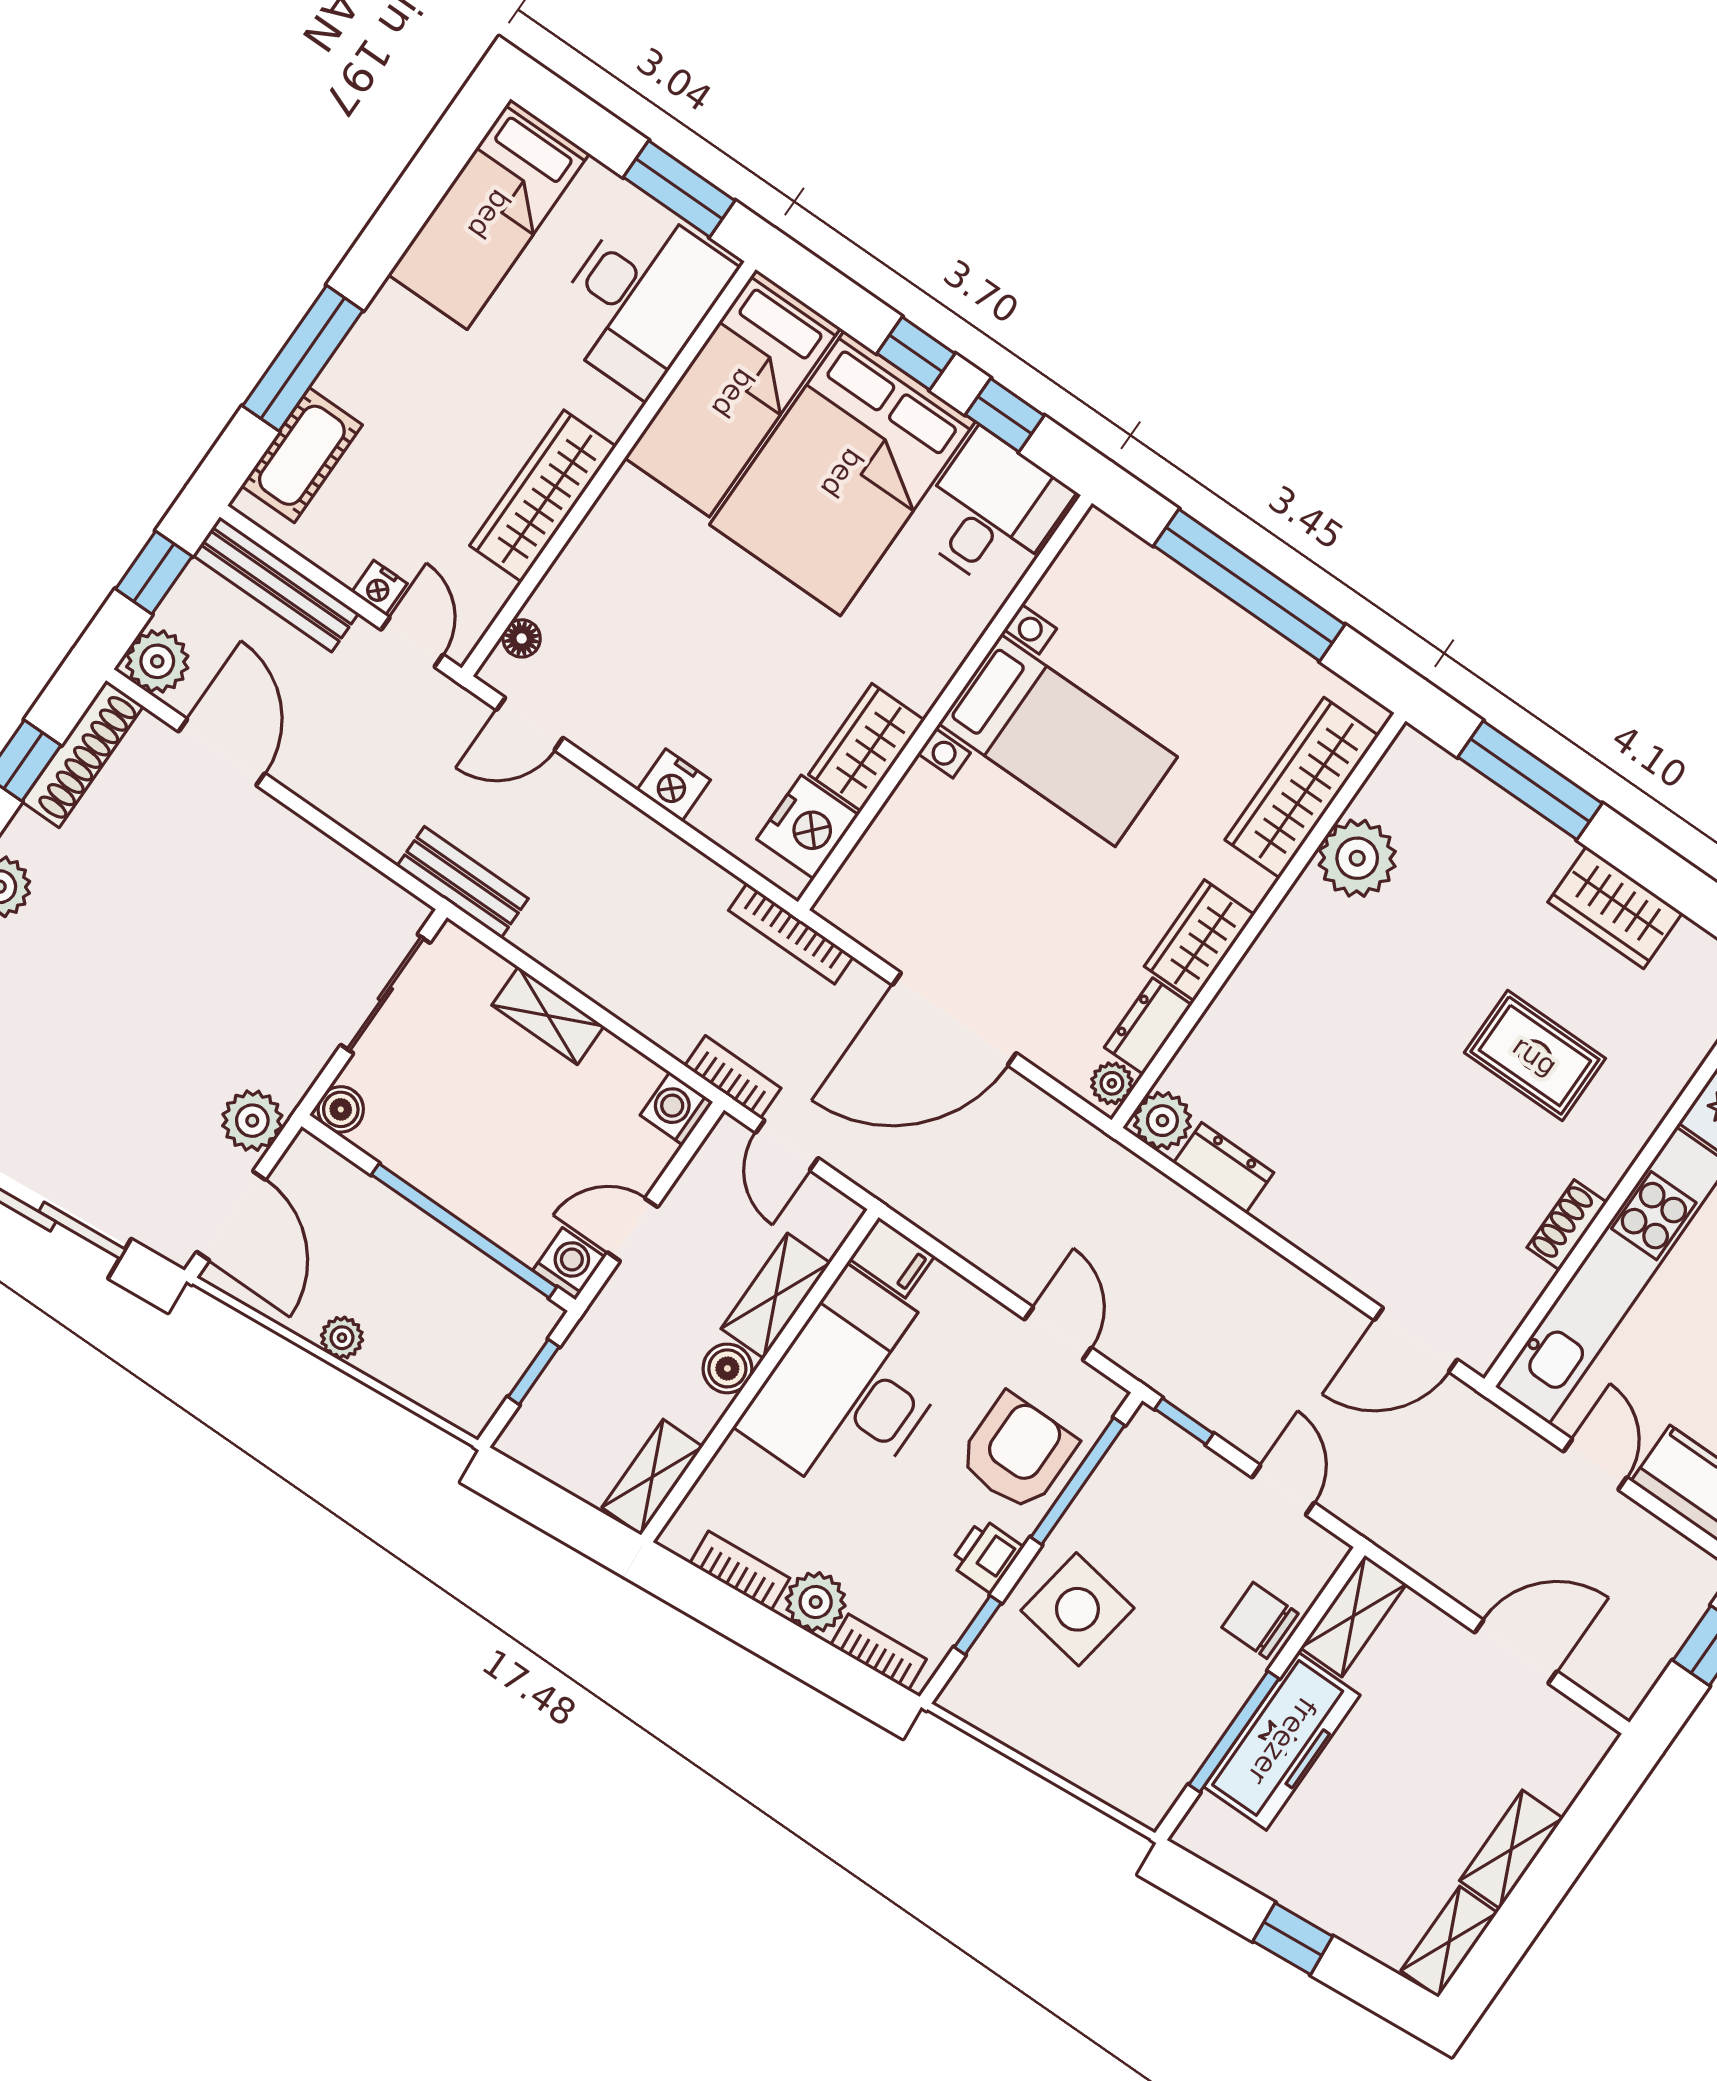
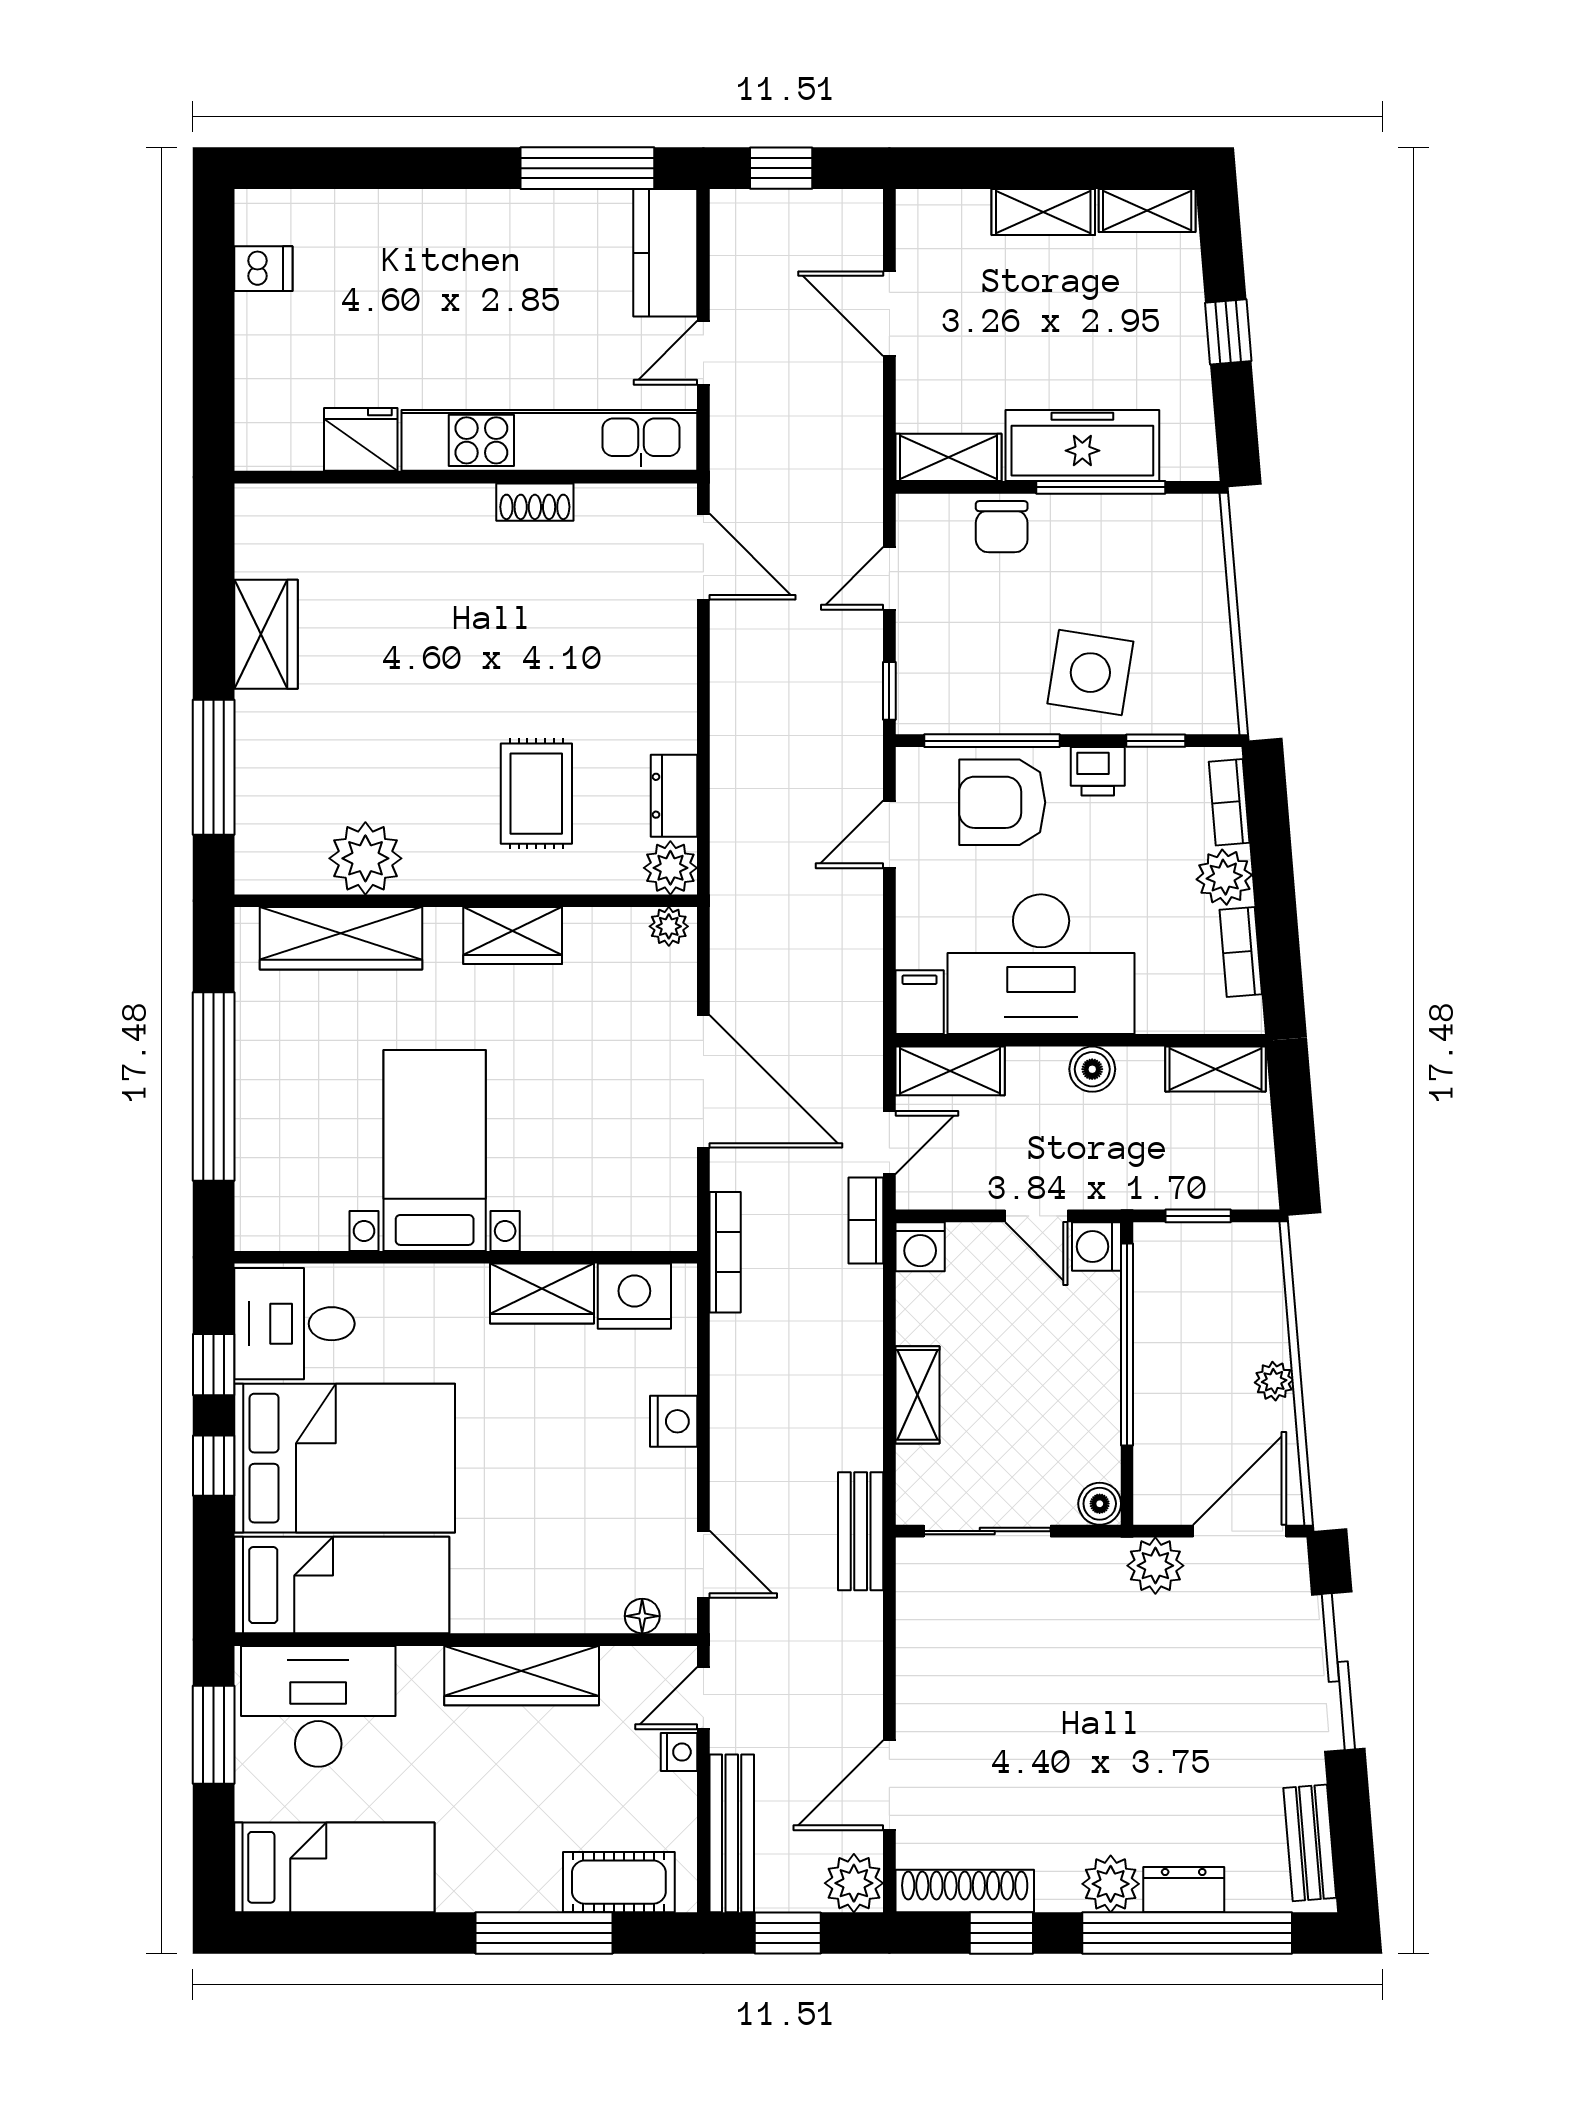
dresser: (1148, 1026) -> (606, 929), removed
rug: (1535, 1056) -> (536, 794), moved
shelving: (776, 1296) -> (950, 1071), moved

